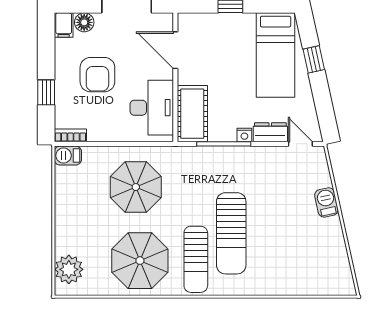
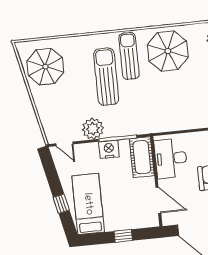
dresser: (270, 132) -> (86, 150), removed
nightstand: (244, 135) -> (109, 149), width x1.89, depth x1.79
plant: (258, 161) -> (93, 129), added
parasol: (136, 187) -> (45, 67), moved
barbecue: (326, 202) -> (42, 105), removed

